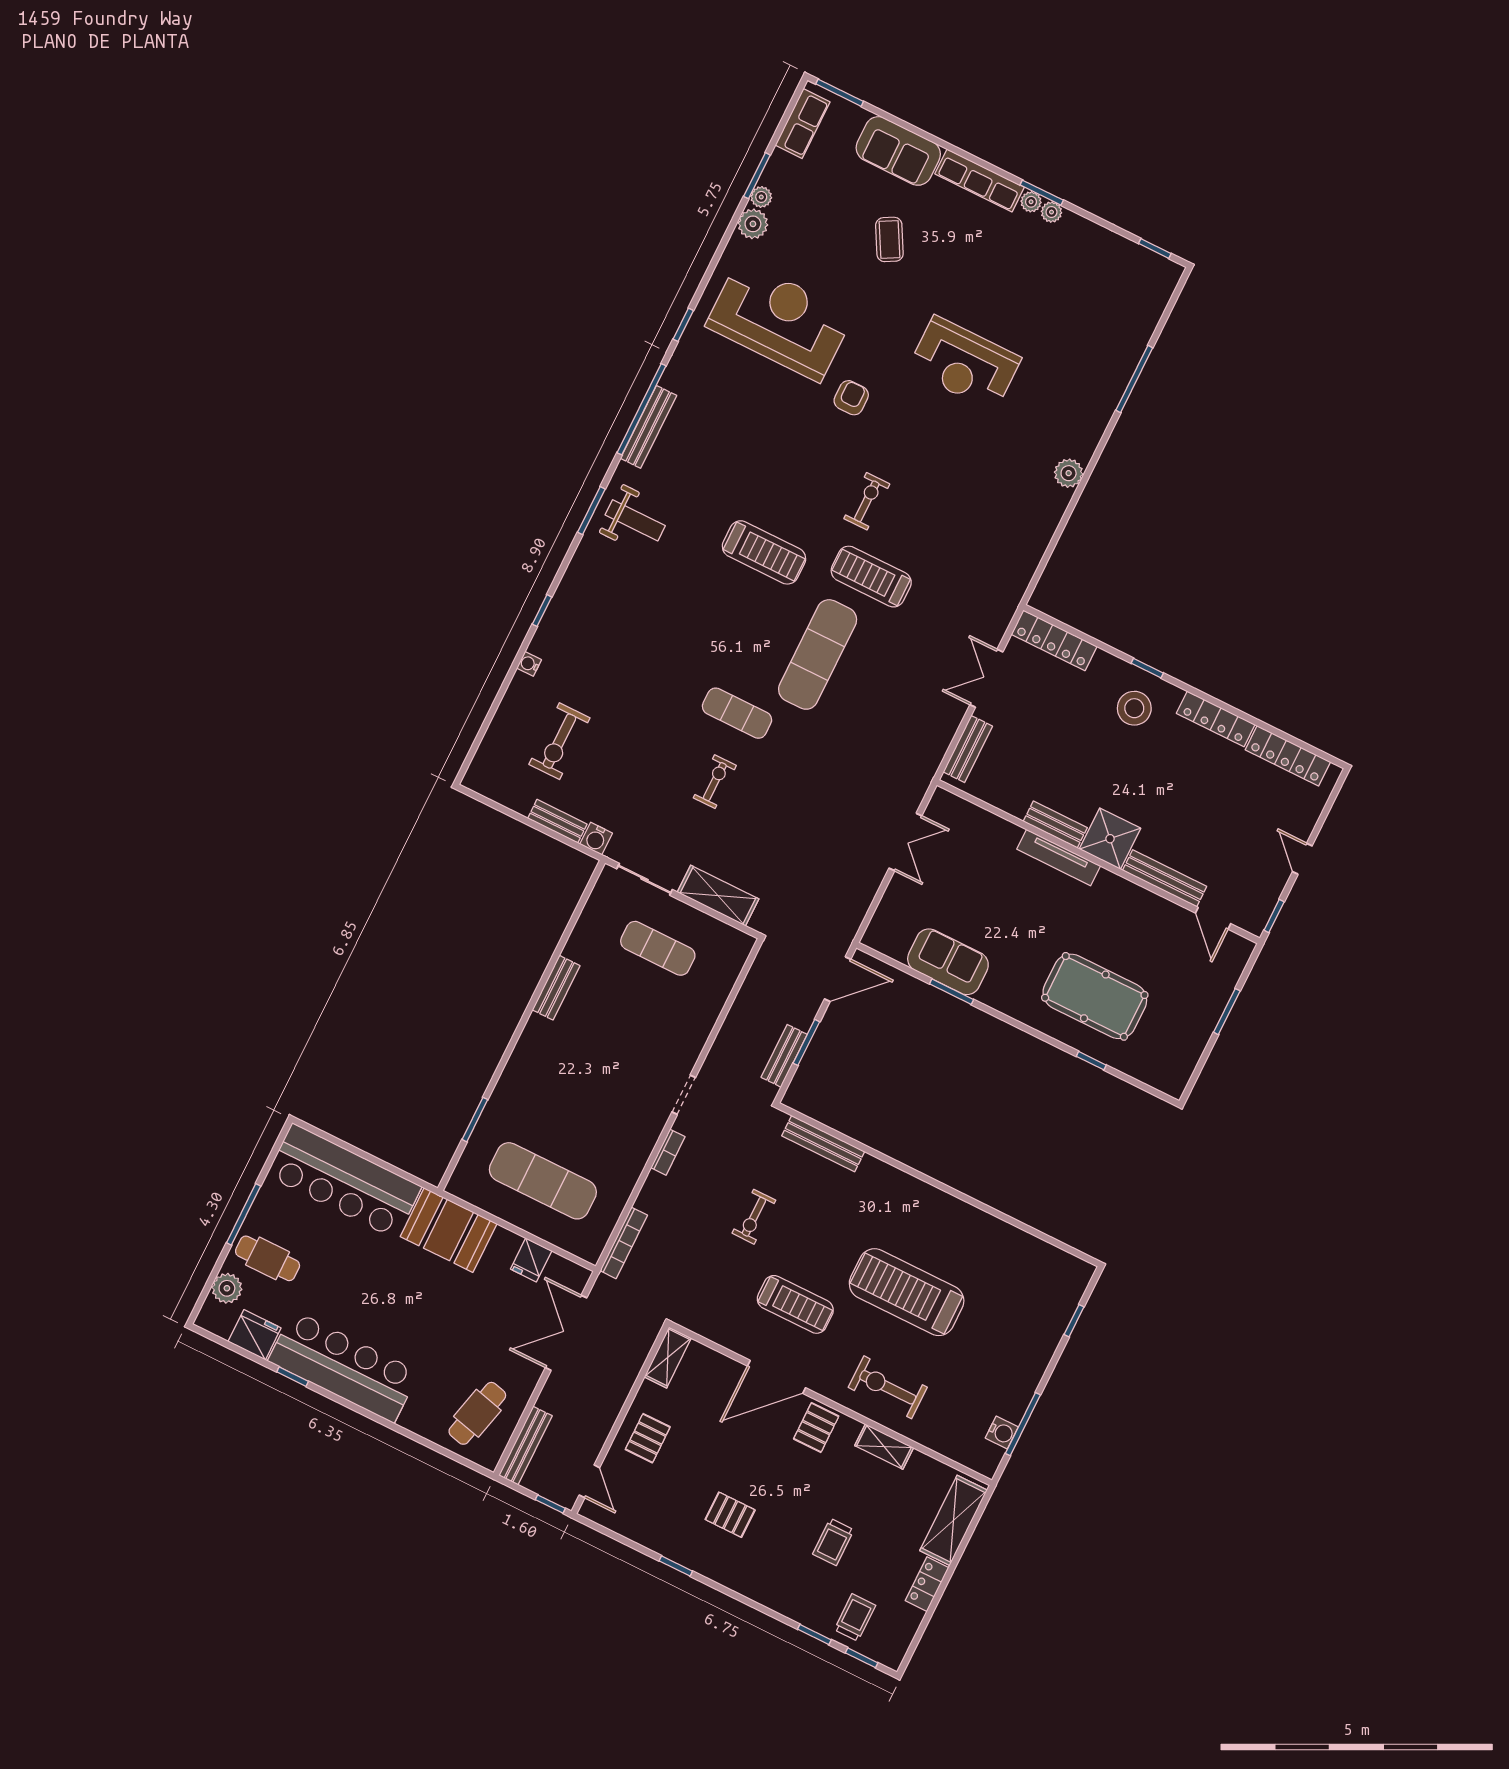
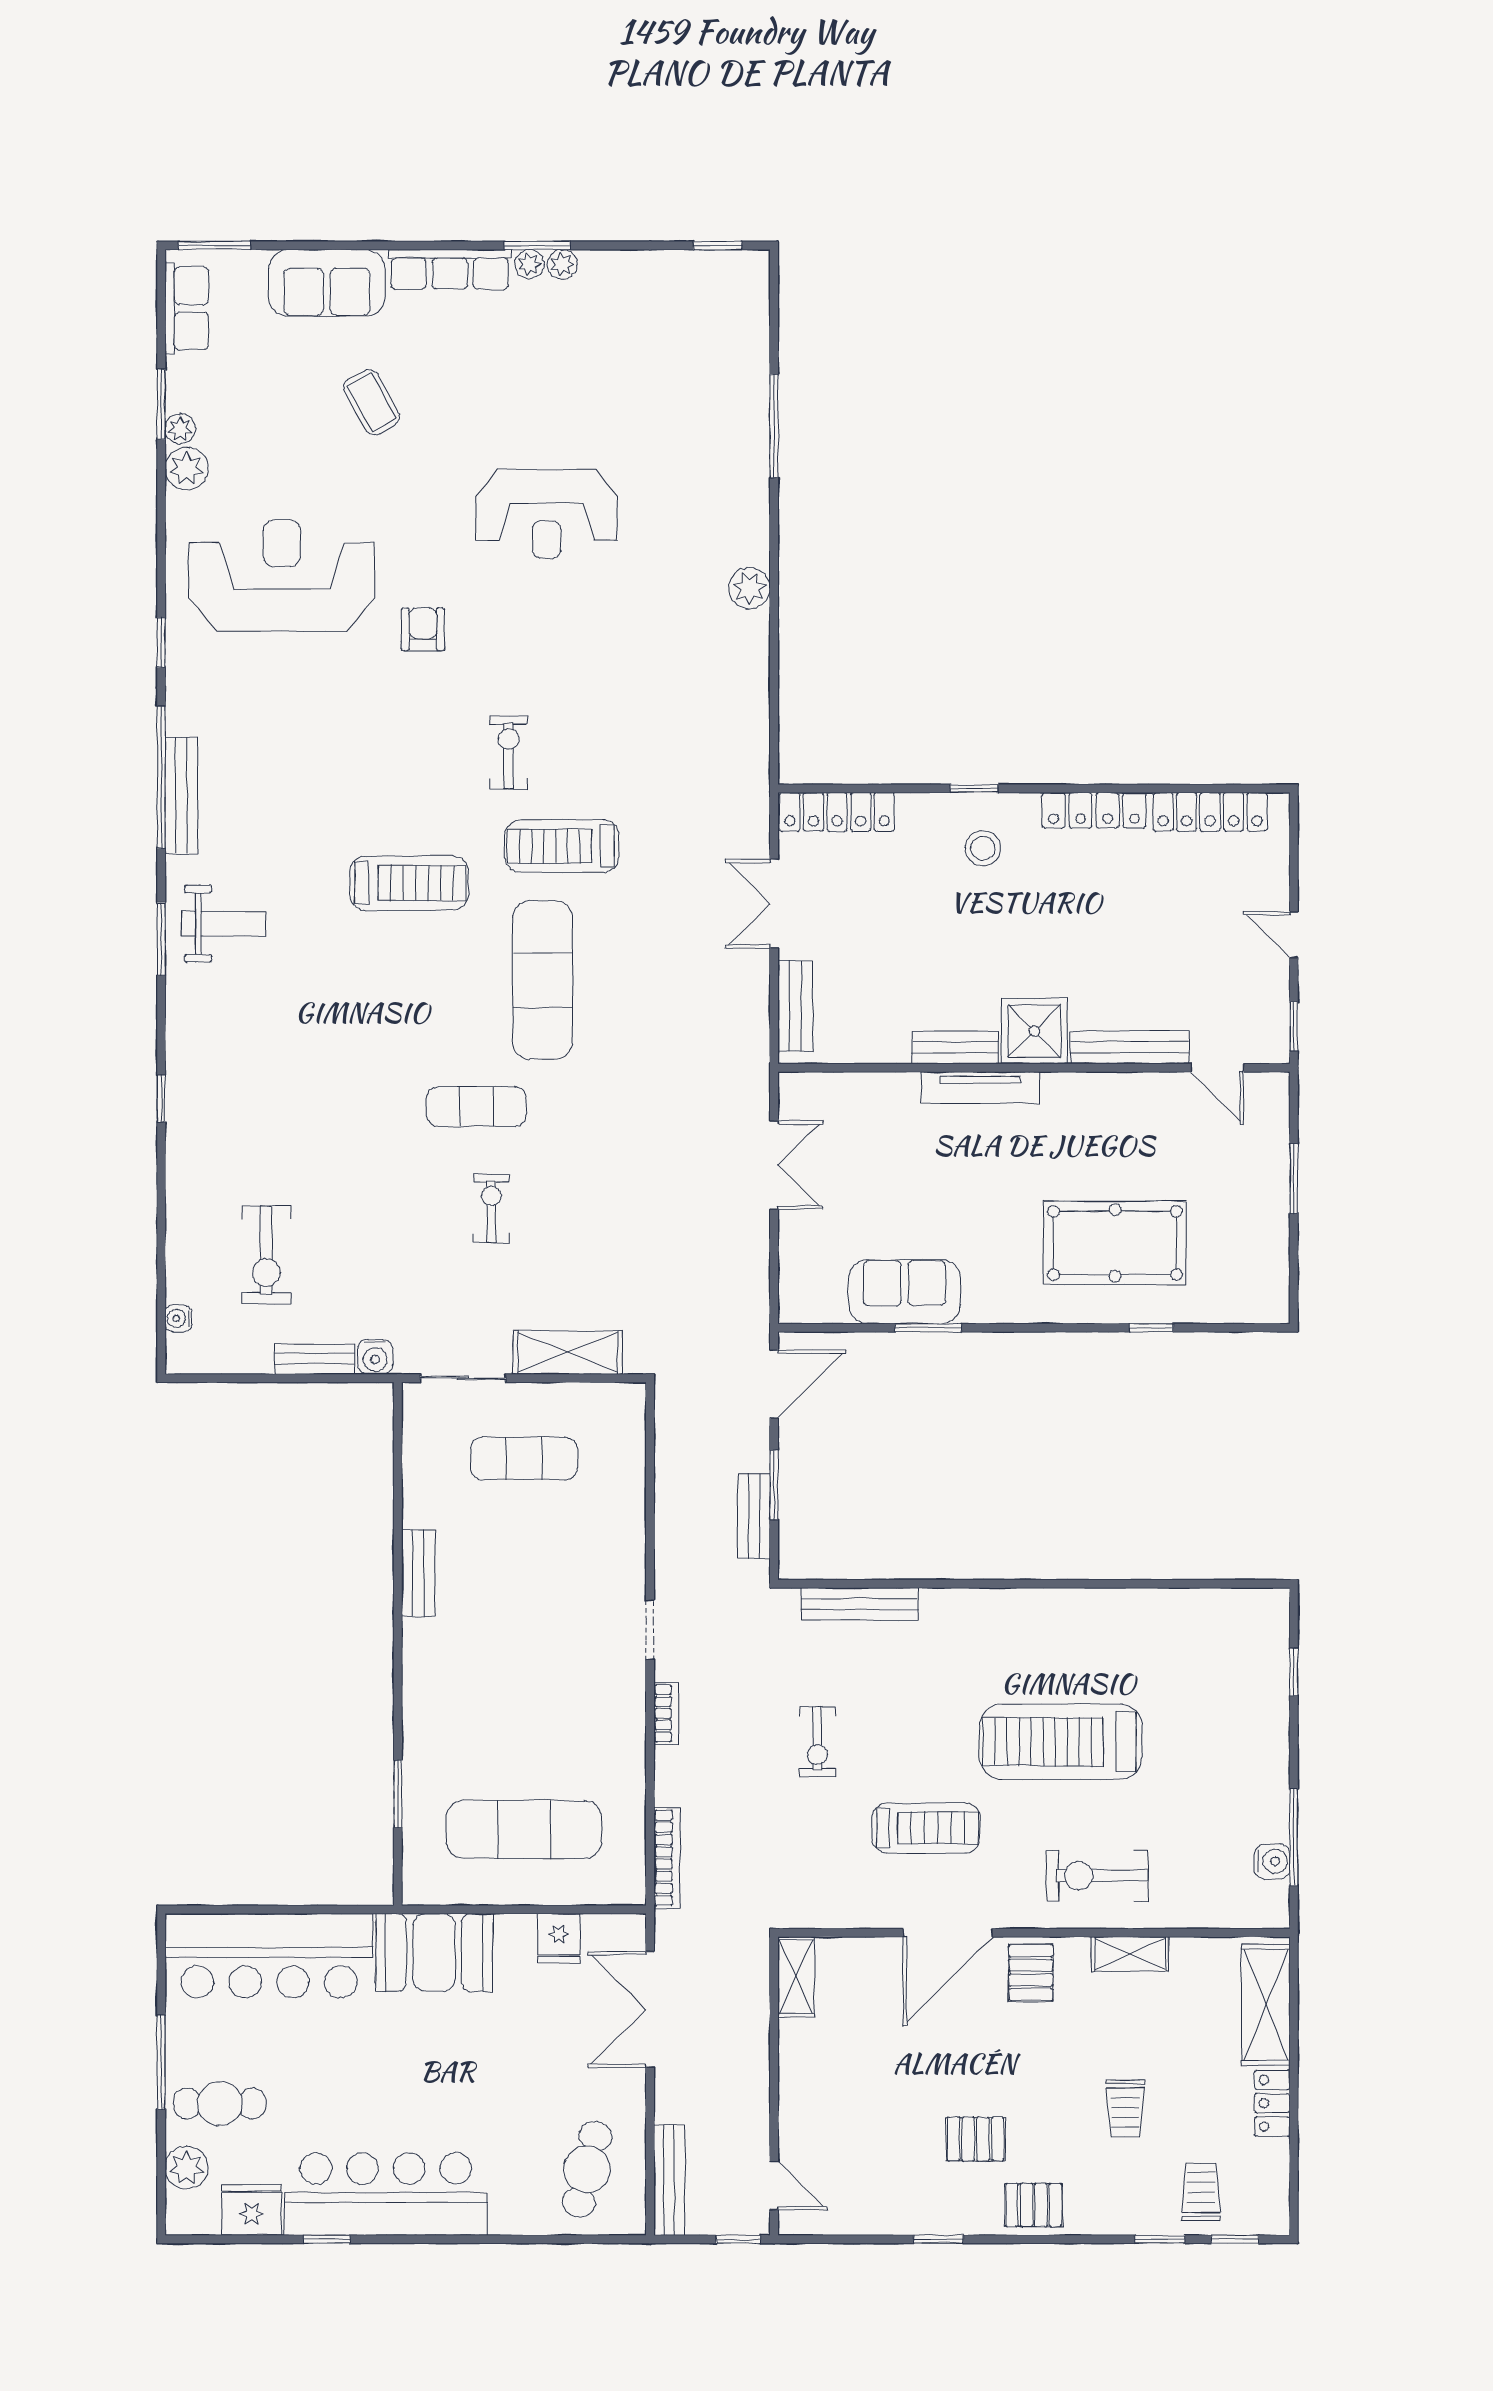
water cooler: (529, 664) -> (178, 1318), moved
stool: (1134, 708) -> (983, 848), width x0.73, depth x0.73
pallet: (648, 1438) -> (1034, 2205), moved, turned 90

